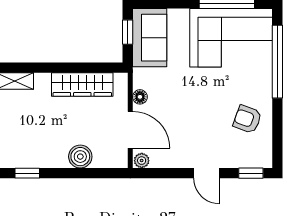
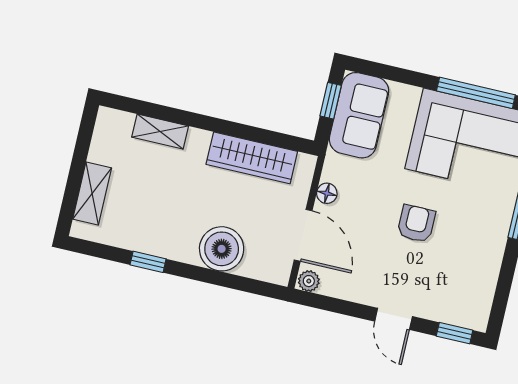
armchair: (247, 119) -> (416, 224), moved, turned 70
boiler: (80, 157) -> (222, 249), width x1.37, depth x1.37

